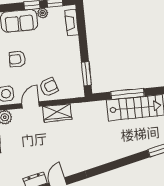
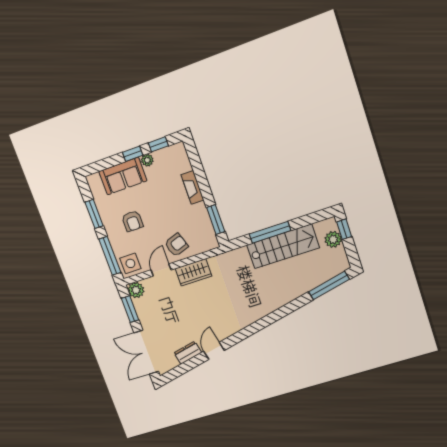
fireplace: (72, 23) -> (192, 187), moved
armchair: (17, 59) -> (132, 221), turned -90

